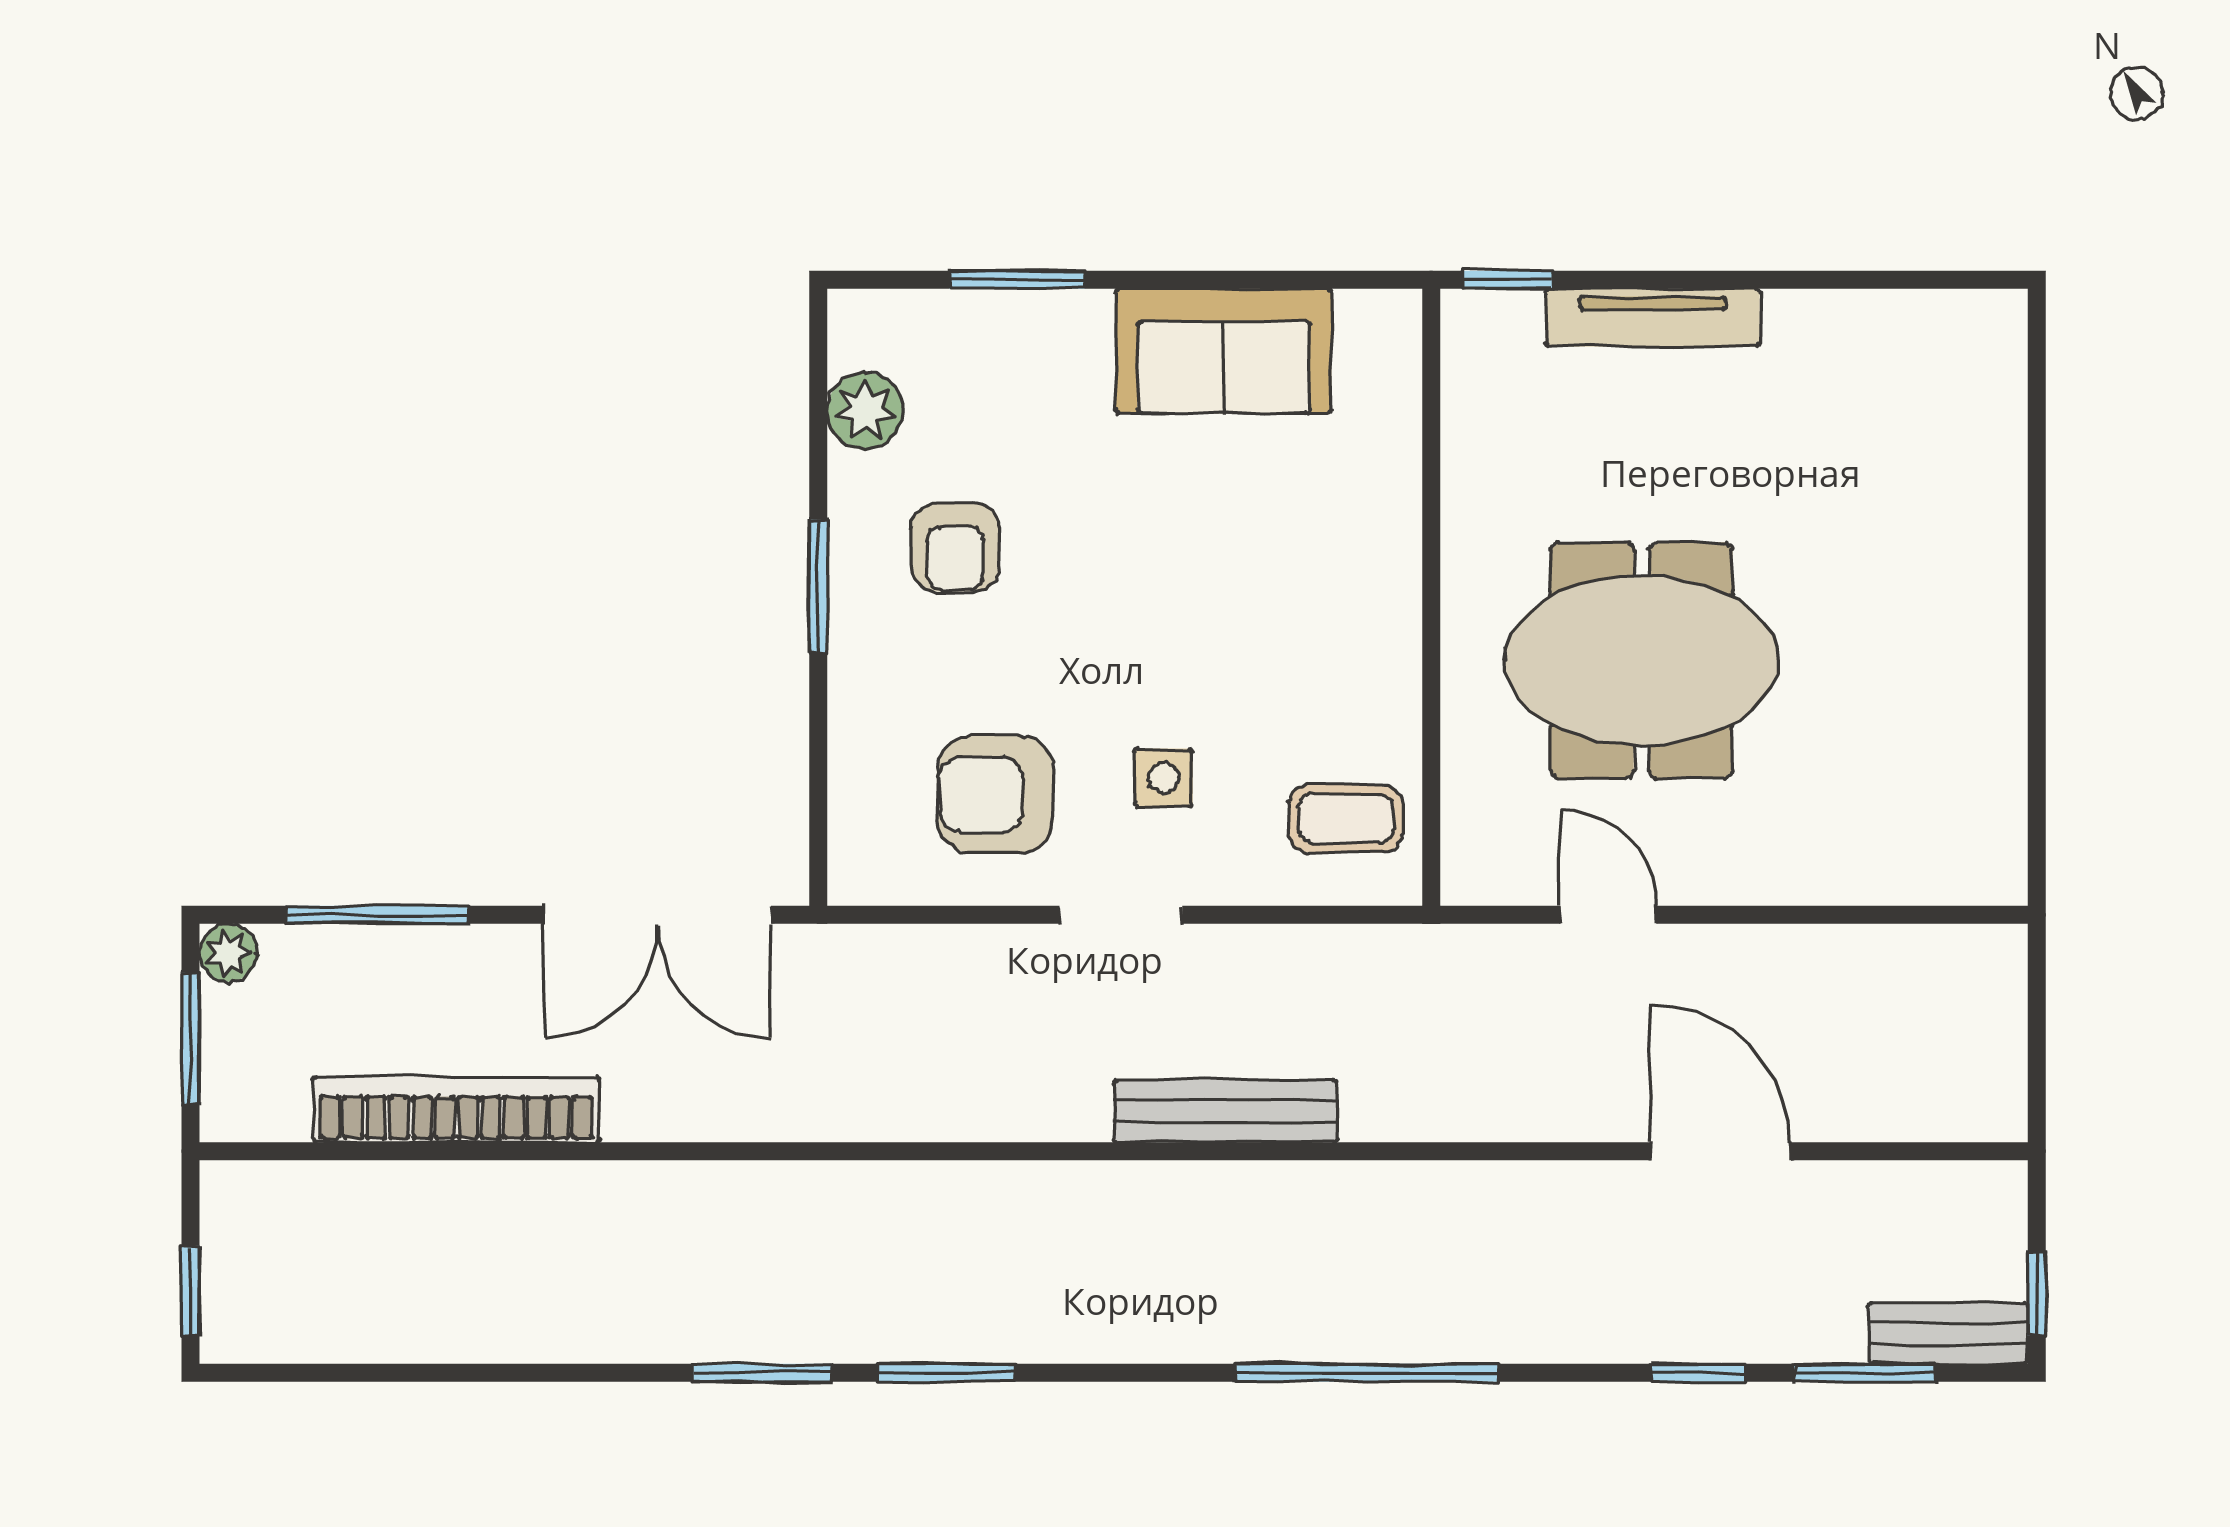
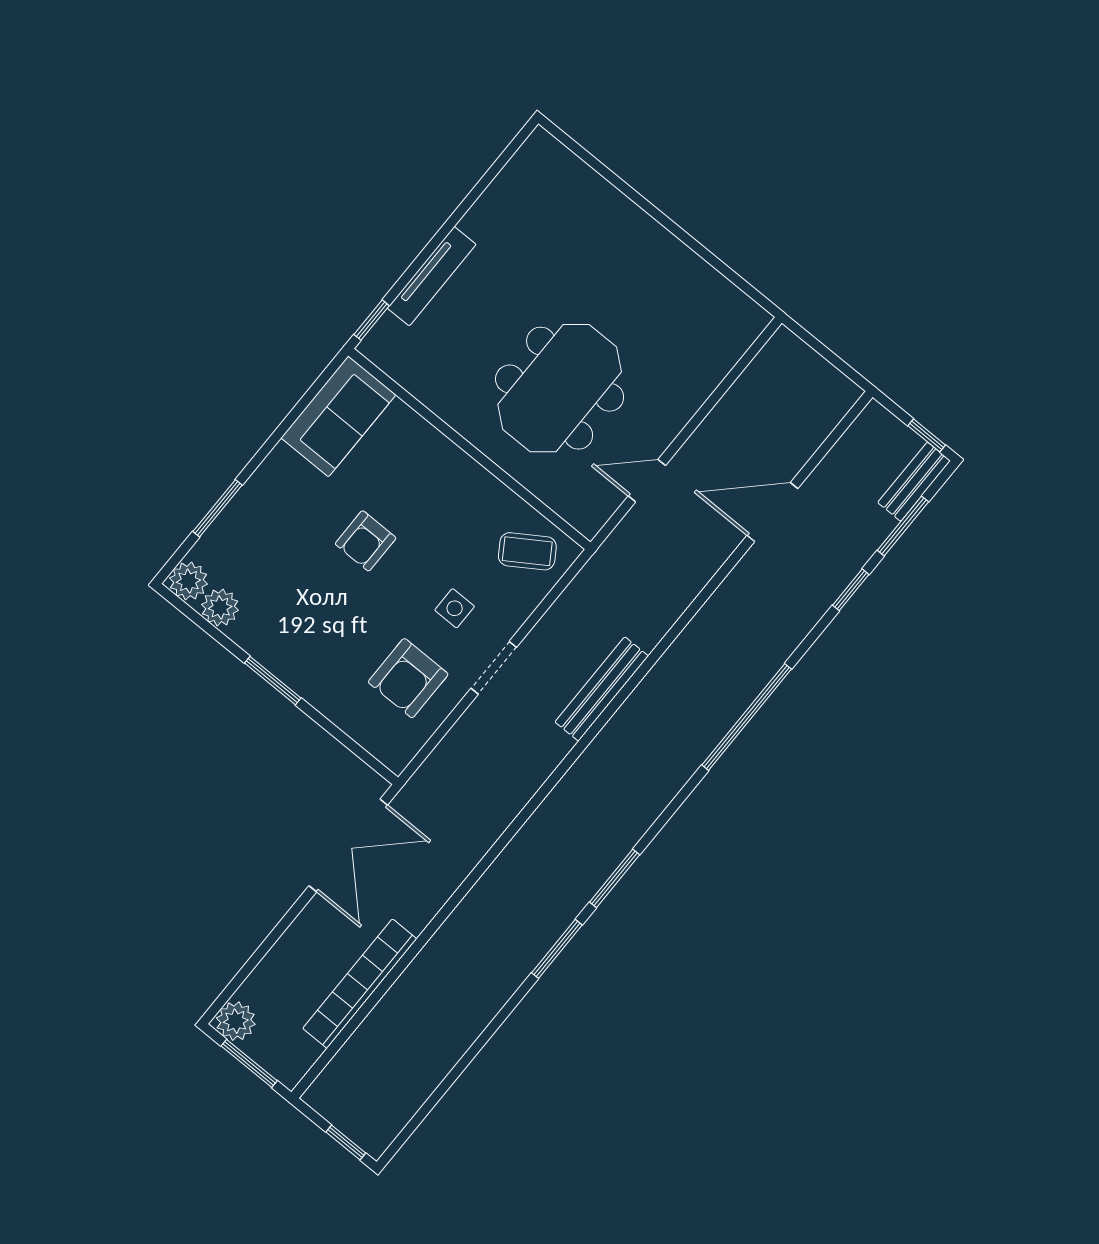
plant: (866, 328) -> (189, 581), added
sofa: (1224, 351) -> (338, 416), moved
armchair: (955, 547) -> (366, 541), moved, turned 90
coffee table: (1346, 818) -> (527, 551), turned 57
window: (377, 915) -> (260, 953), removed
plant: (228, 953) -> (236, 1021), width x1.38, depth x1.38

